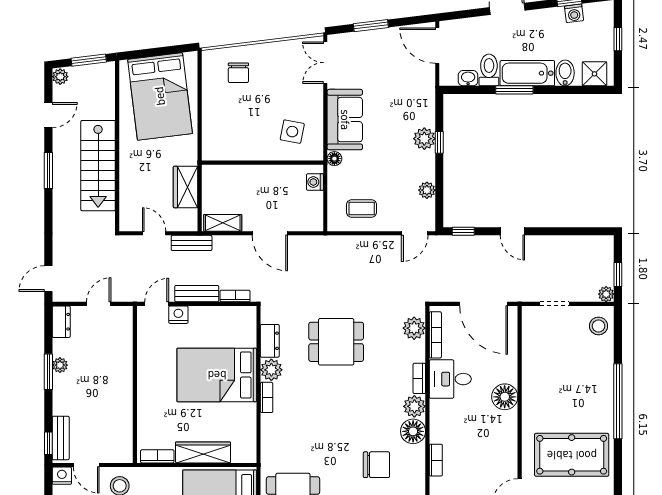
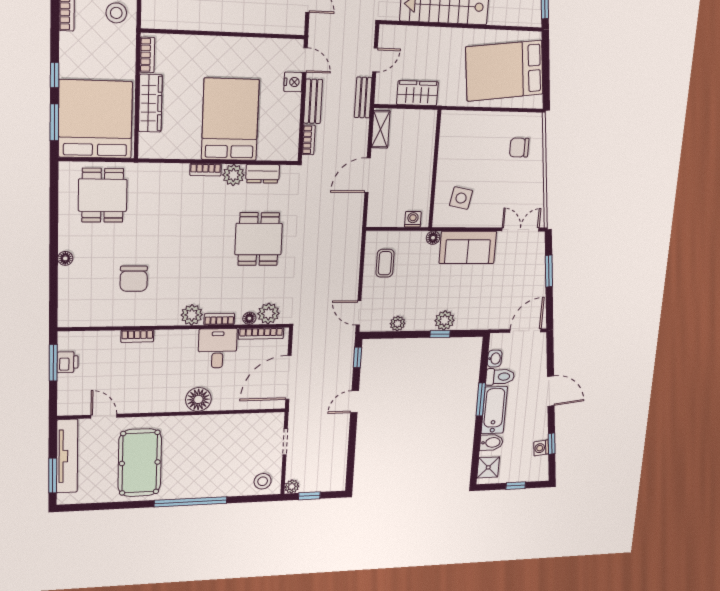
floor lamp: (413, 431) -> (249, 318), moved, width x0.53, depth x0.53

